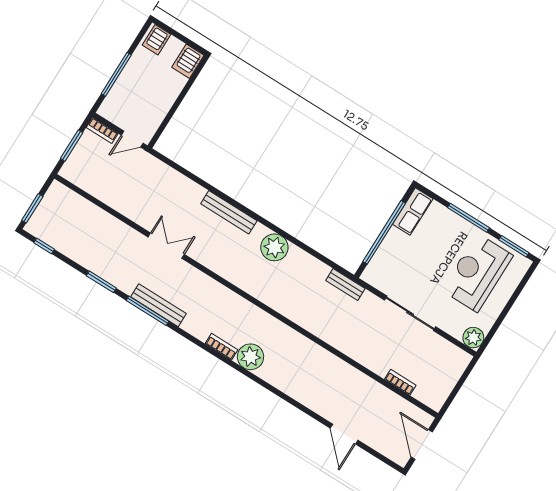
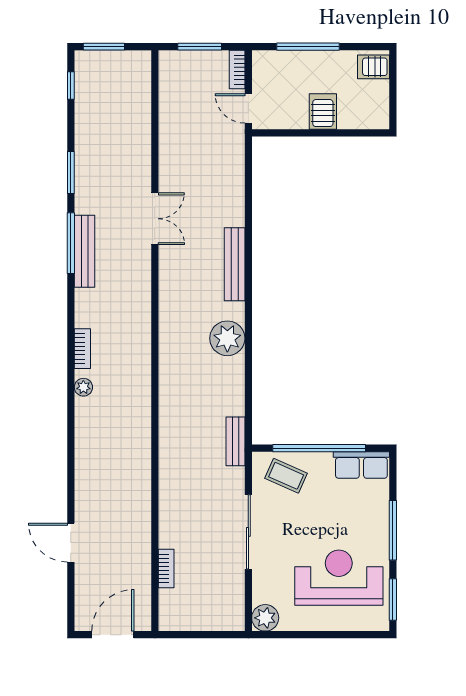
server rack: (188, 61) -> (323, 112), moved, turned 90
coffee table: (389, 265) -> (286, 476), added
plant: (250, 357) -> (83, 387), width x0.53, depth x0.53
door: (344, 434) -> (71, 543), hinge flipped

